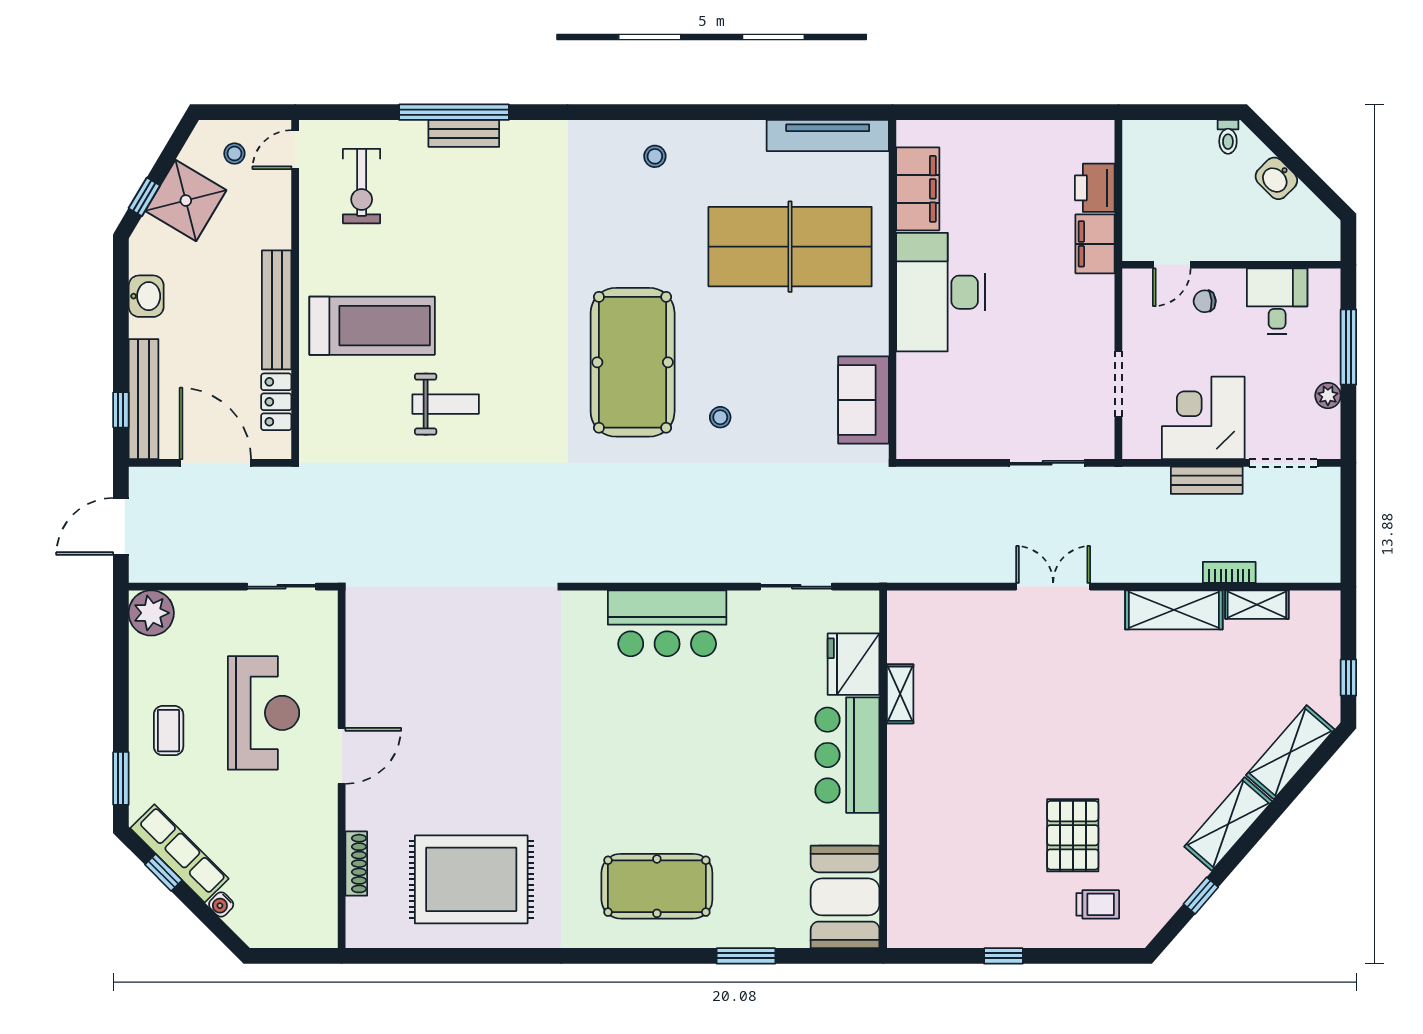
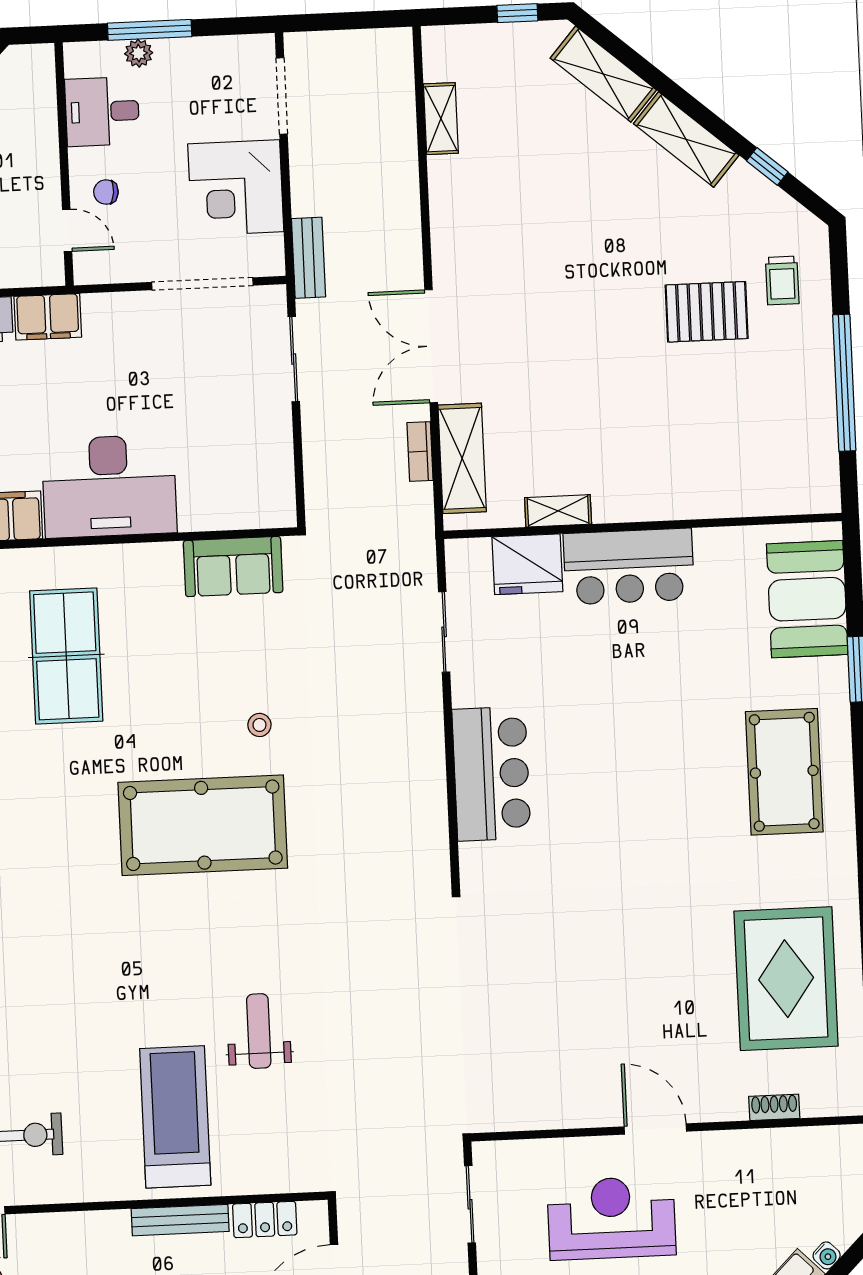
table tennis table: (790, 247) -> (66, 656), width x0.73, depth x0.76
chair: (1205, 301) -> (106, 192), turned 99
bench: (277, 310) -> (180, 1220), width x0.73, depth x0.82
doorway: (1118, 384) -> (202, 284), width x1.36
plant: (1328, 396) -> (139, 53), moved
bench: (1207, 480) -> (309, 258), moved
bookcase: (1229, 572) -> (420, 452), moved
double door: (1053, 587) -> (431, 346), width x1.37
shelving: (1174, 610) -> (462, 458), moved
shoe rack: (356, 864) -> (774, 1107), width x0.70
booth: (845, 897) -> (807, 599), moved, turned 90
trolley: (1098, 904) -> (782, 281), turned 180
window: (1003, 956) -> (844, 383), width x3.17

